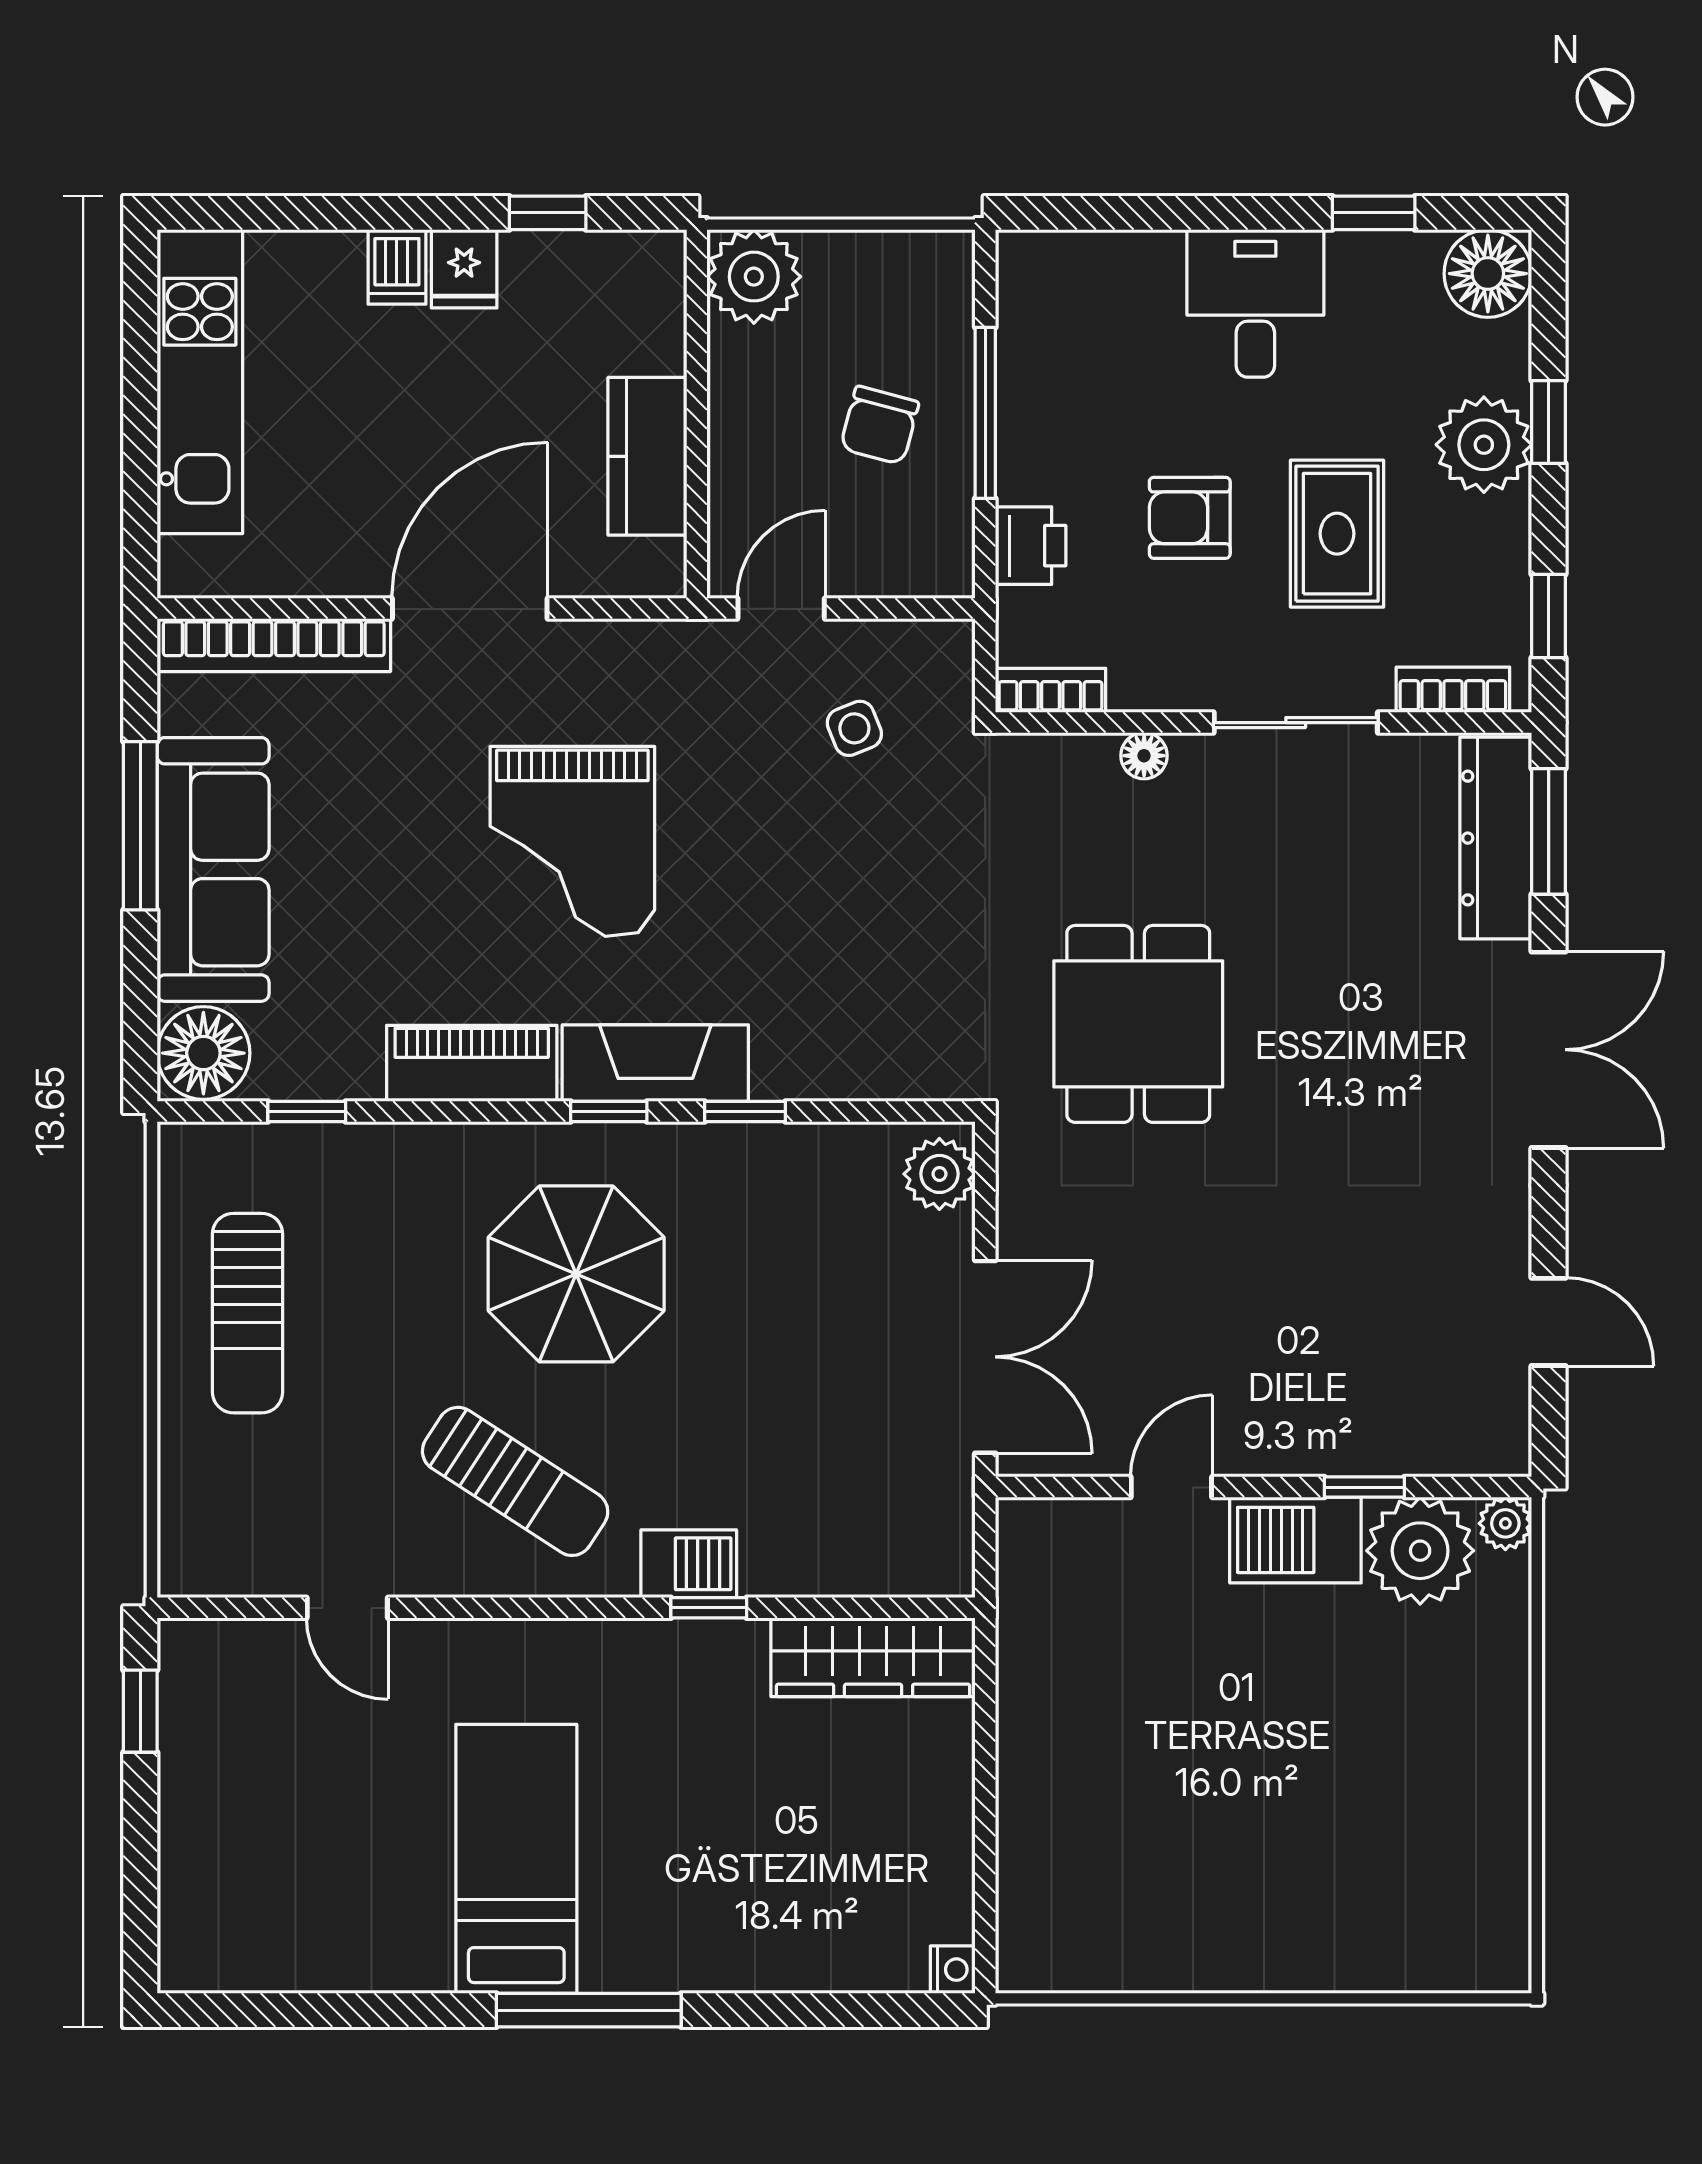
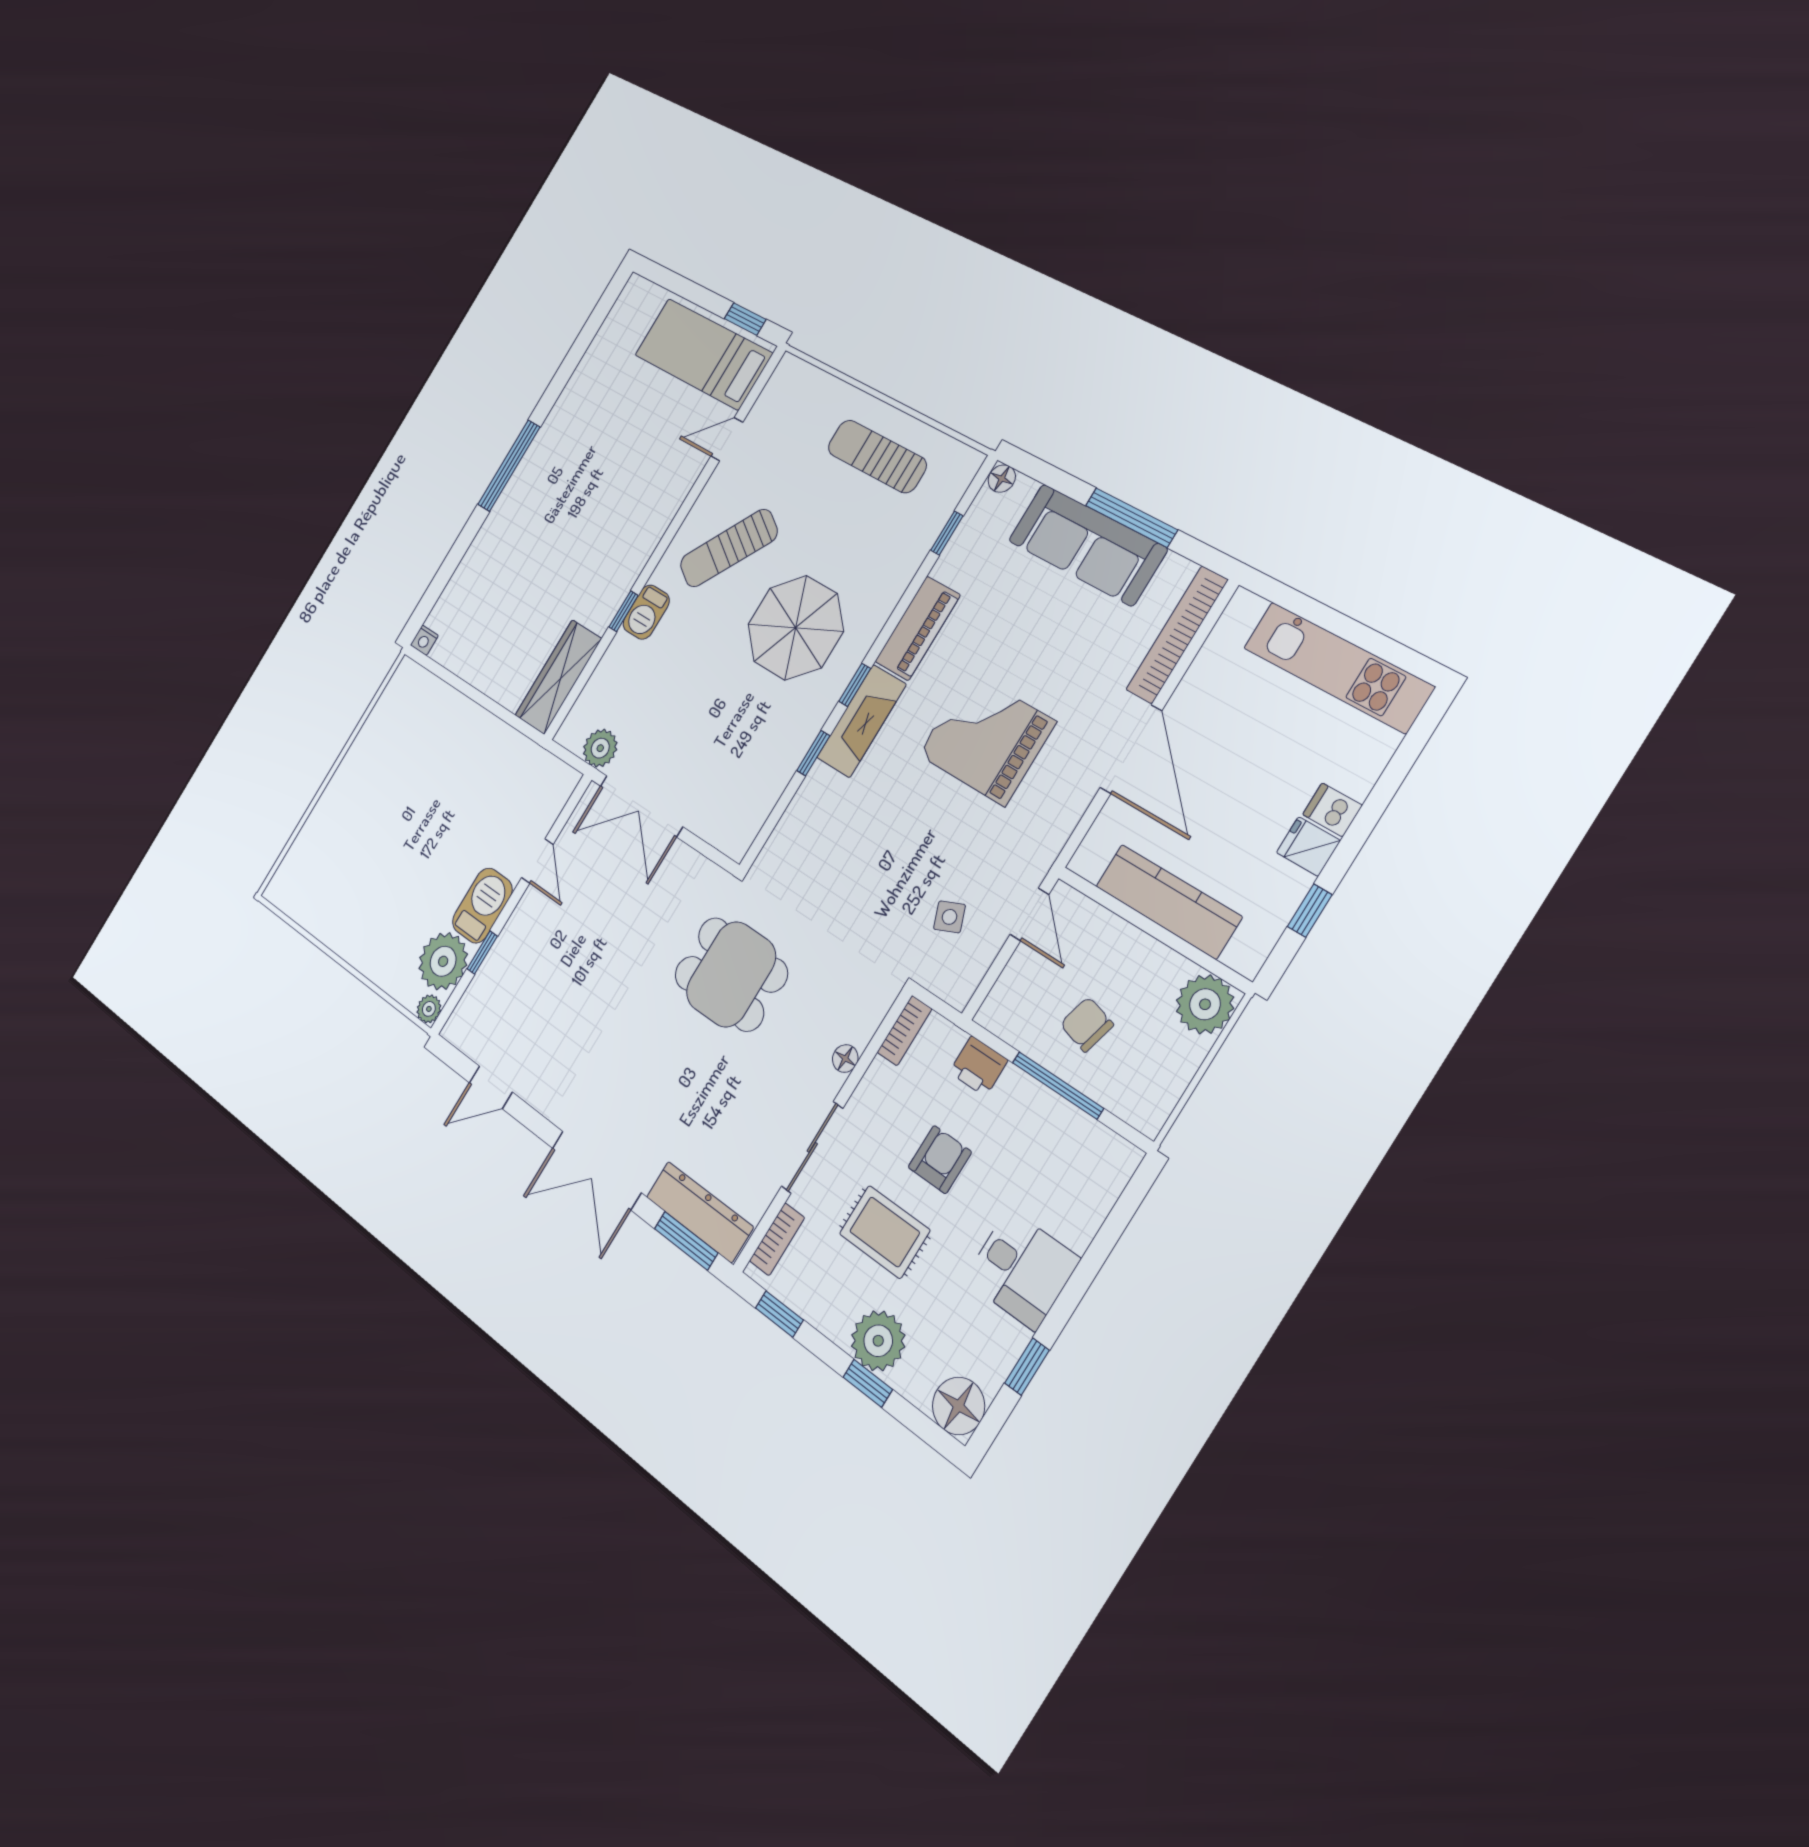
kitchen counter: (647, 456) -> (1168, 901), width x1.50
floor lamp: (203, 1053) -> (1002, 479), width x0.53, depth x0.53
plant: (939, 1174) -> (600, 748), moved
bed: (516, 1859) -> (703, 354), moved, turned 180

